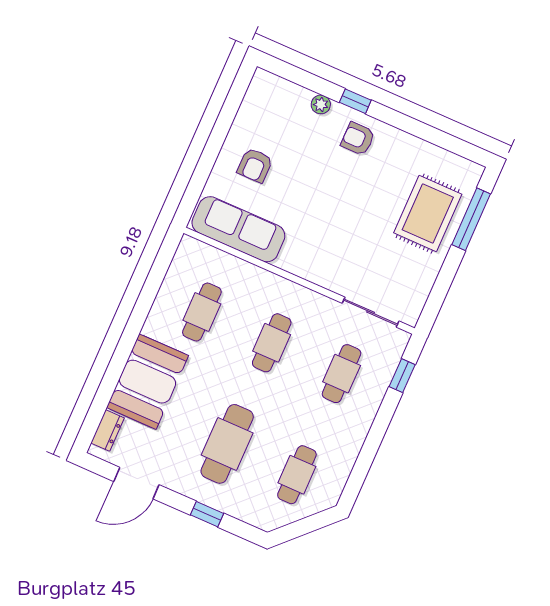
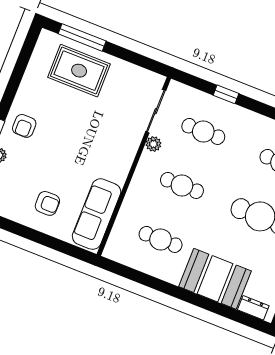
plant: (328, 308) -> (153, 144), added
window: (402, 376) -> (226, 94), moved

